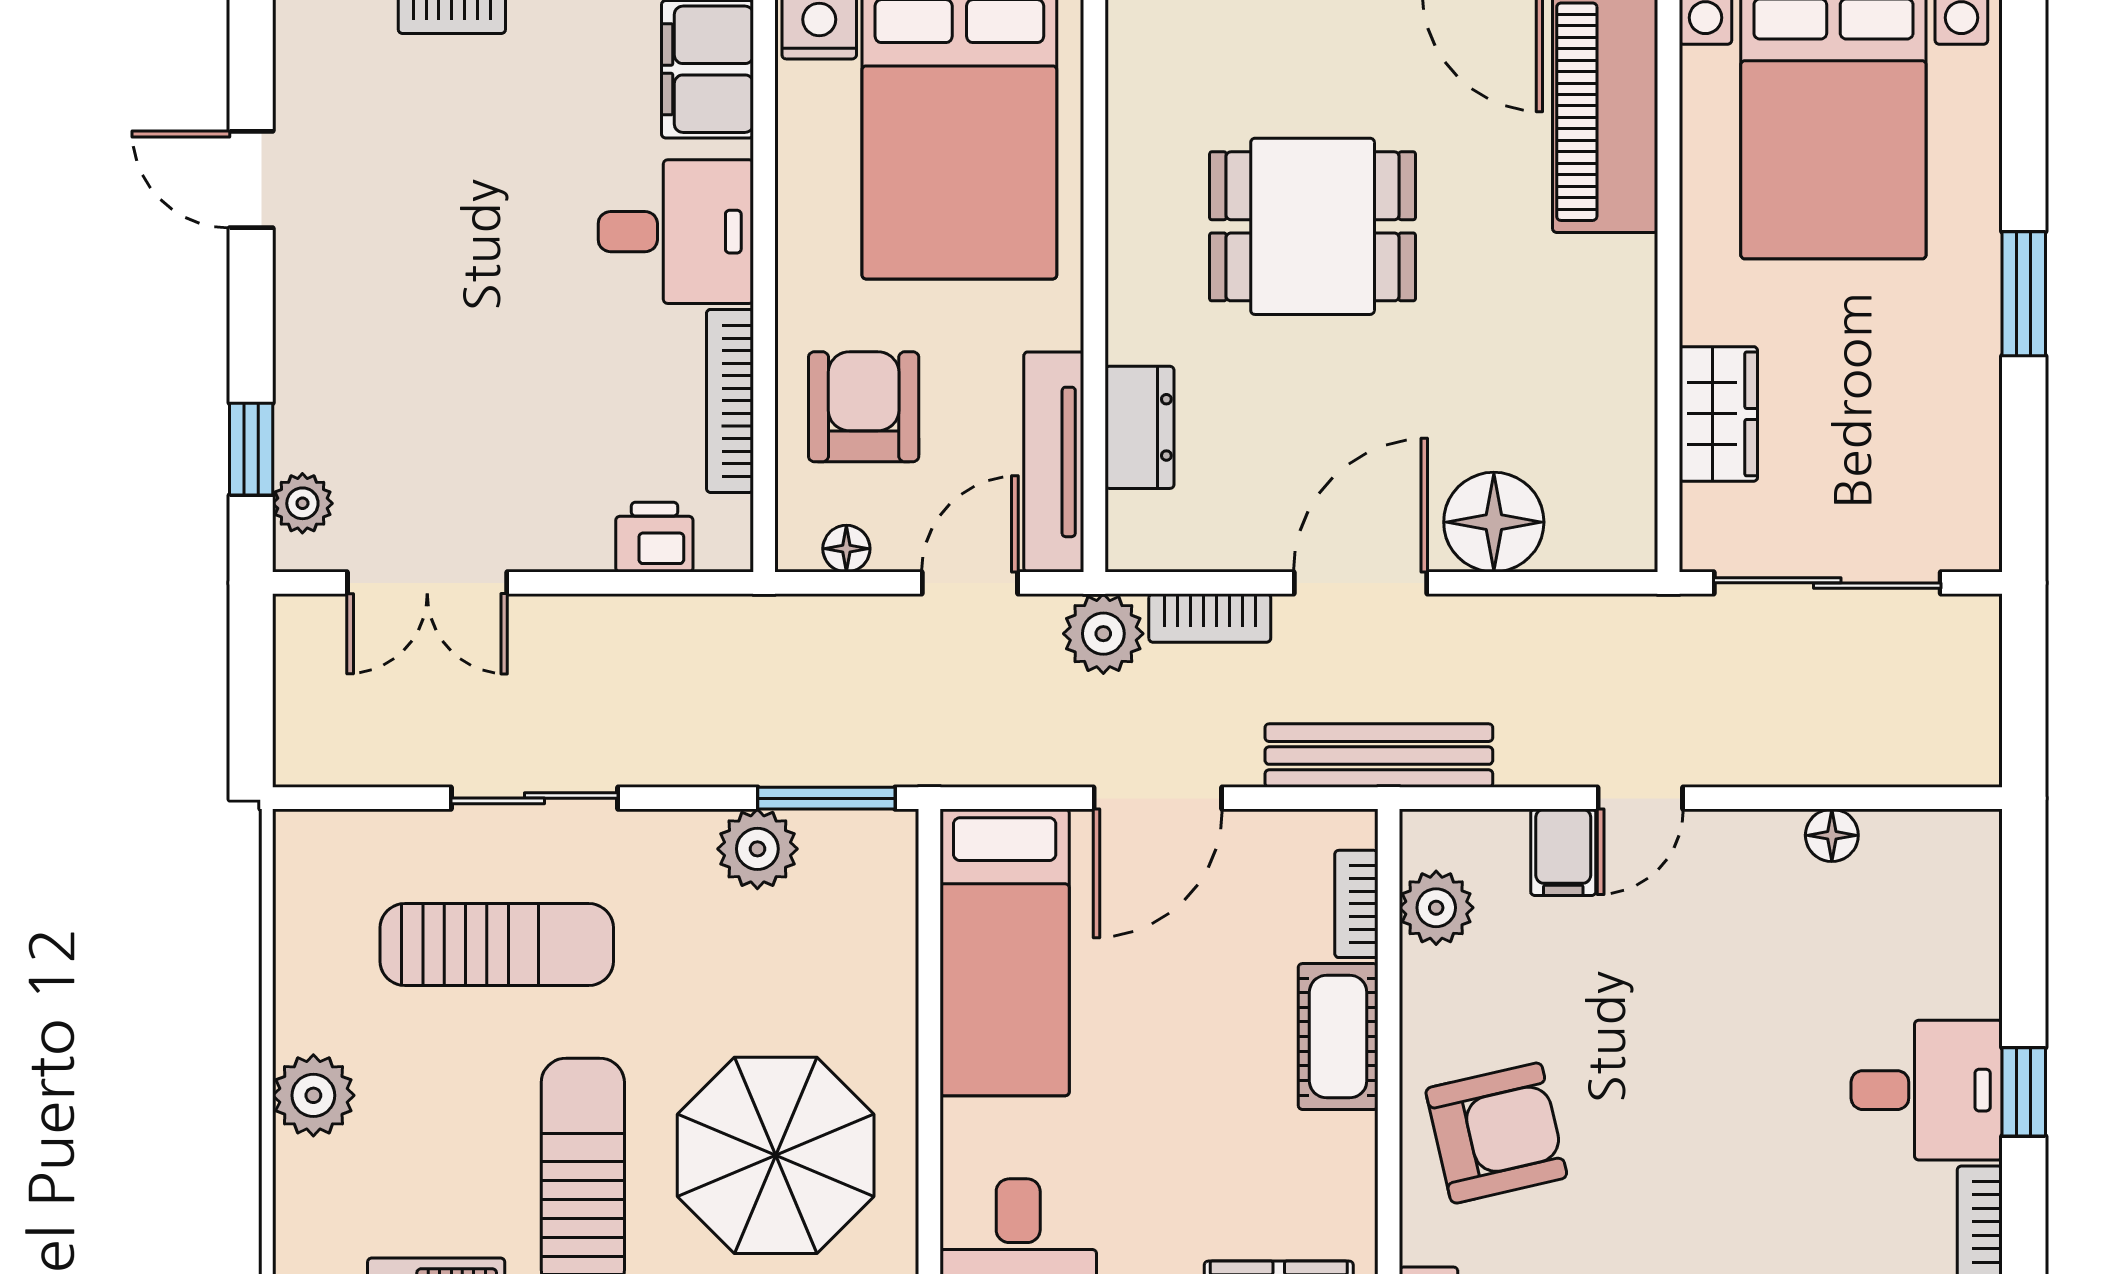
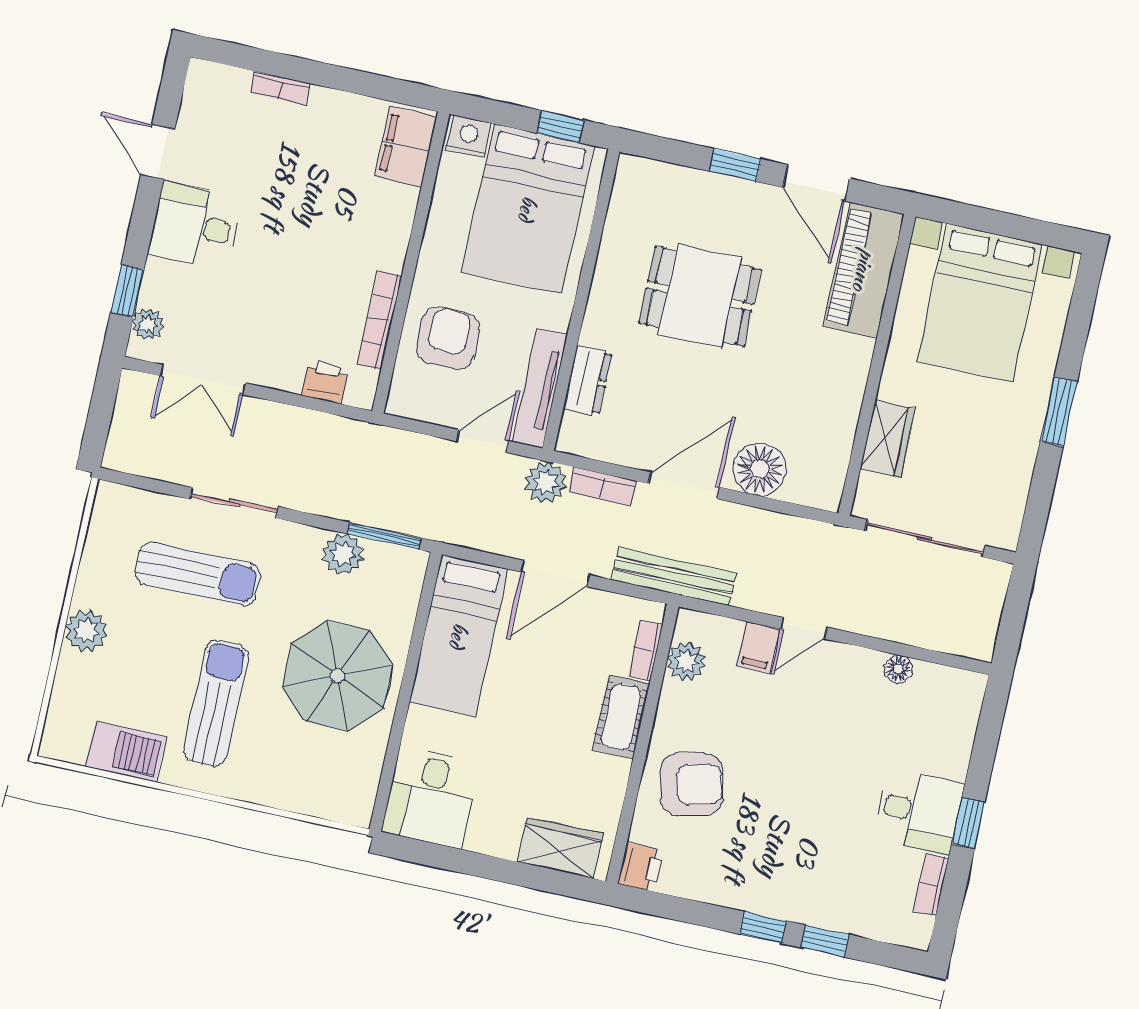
desk: (676, 232) -> (195, 226), moved, turned 180
floor lamp: (846, 549) -> (423, 410), removed
parasol: (776, 1155) -> (337, 676), moved

